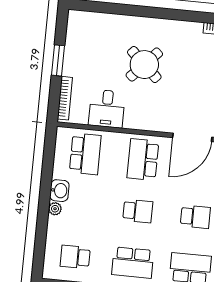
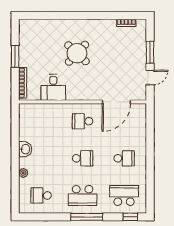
school desk: (85, 154) -> (41, 121), removed
school desk: (143, 160) -> (83, 121), width x0.54
plant: (55, 209) -> (23, 173), moved

